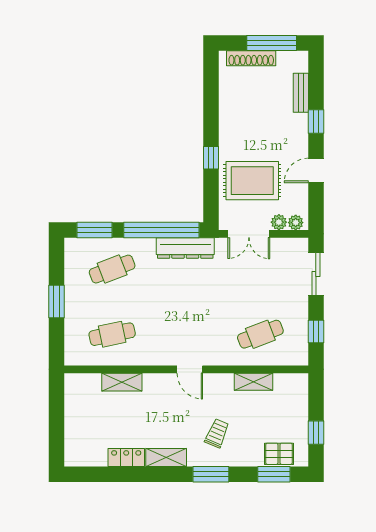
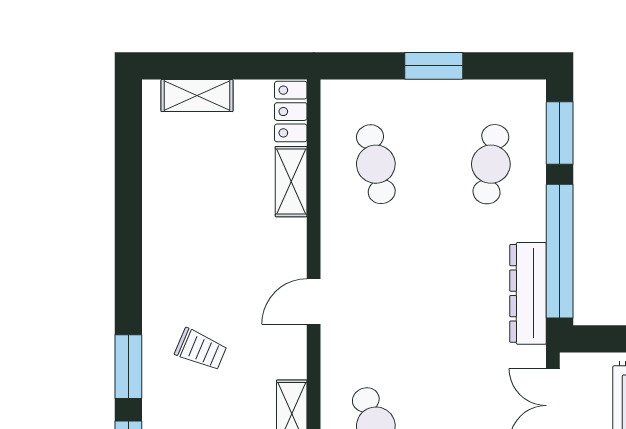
cafe table: (112, 269) -> (491, 164), turned 30
locker: (126, 457) -> (291, 112), moved, turned 180
shelving: (166, 458) -> (197, 96), moved, turned 90
window: (211, 474) -> (128, 367), moved

